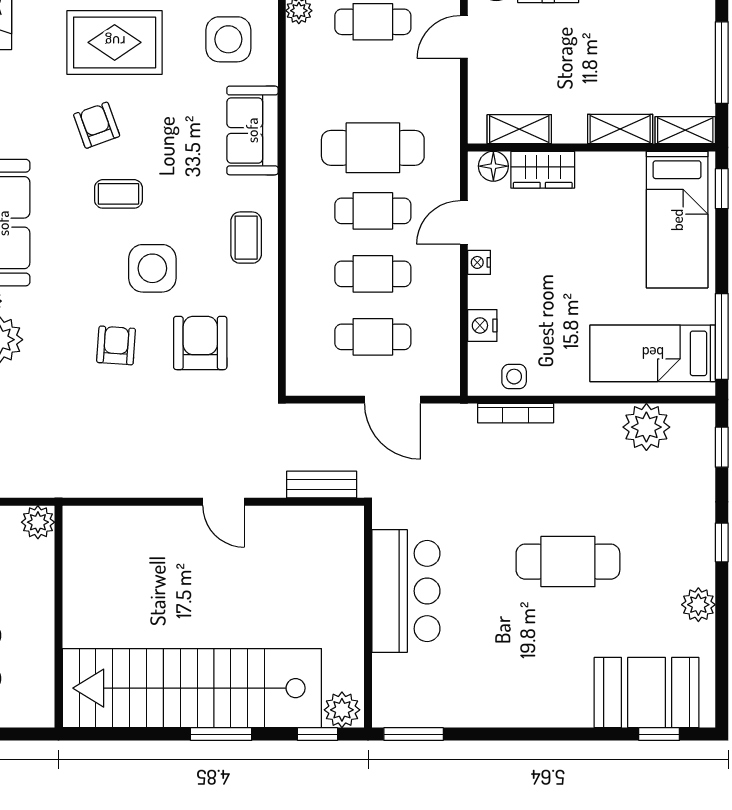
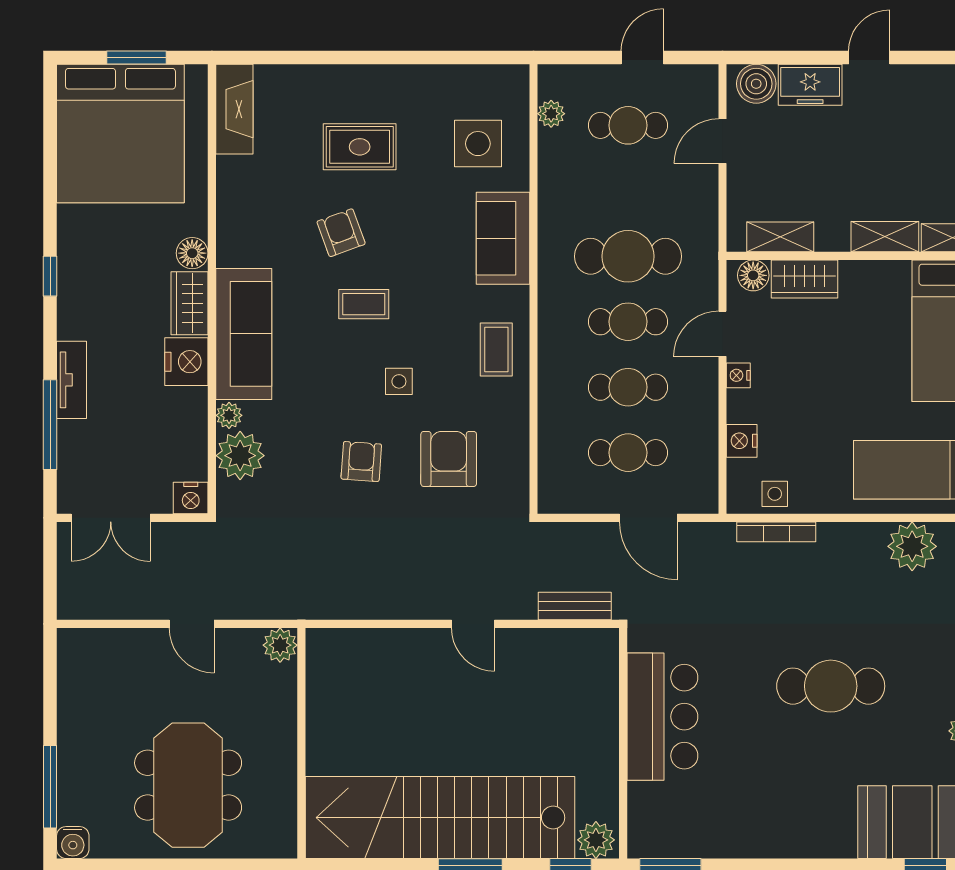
rug: (115, 42) -> (360, 147), width x0.73, depth x0.70
side table: (152, 268) -> (399, 381), width x0.54, depth x0.54

